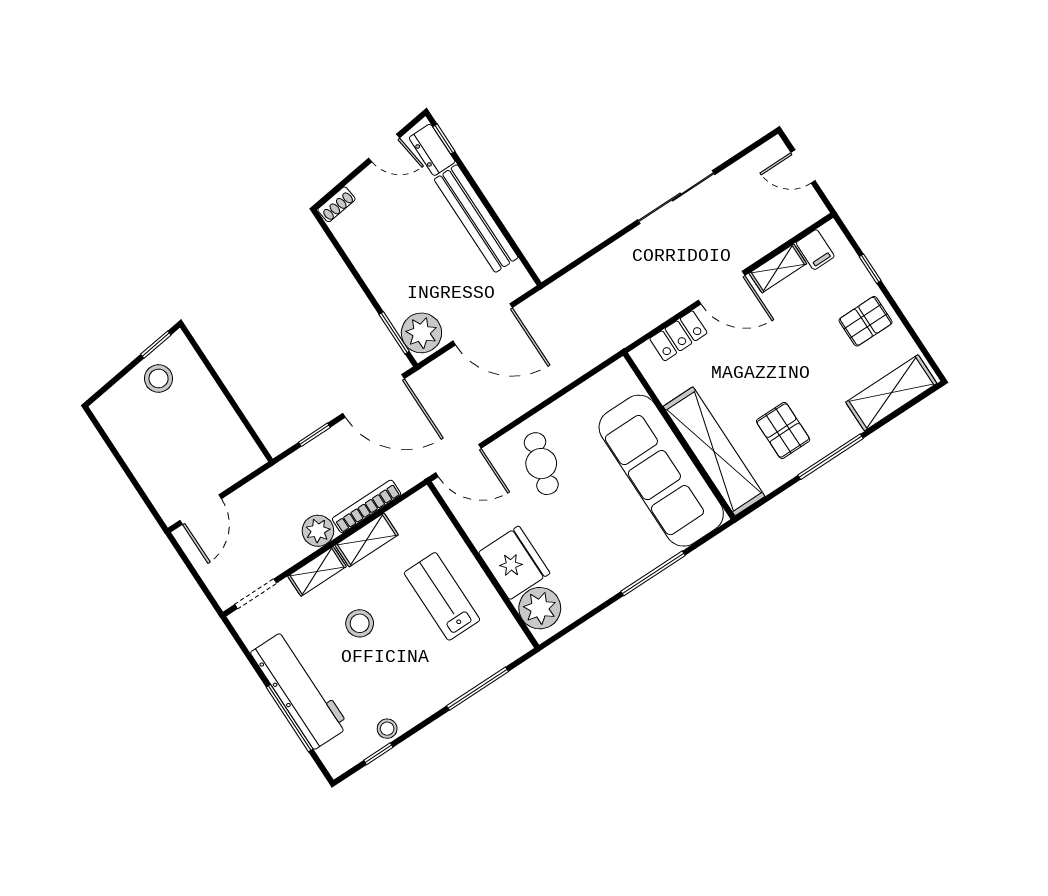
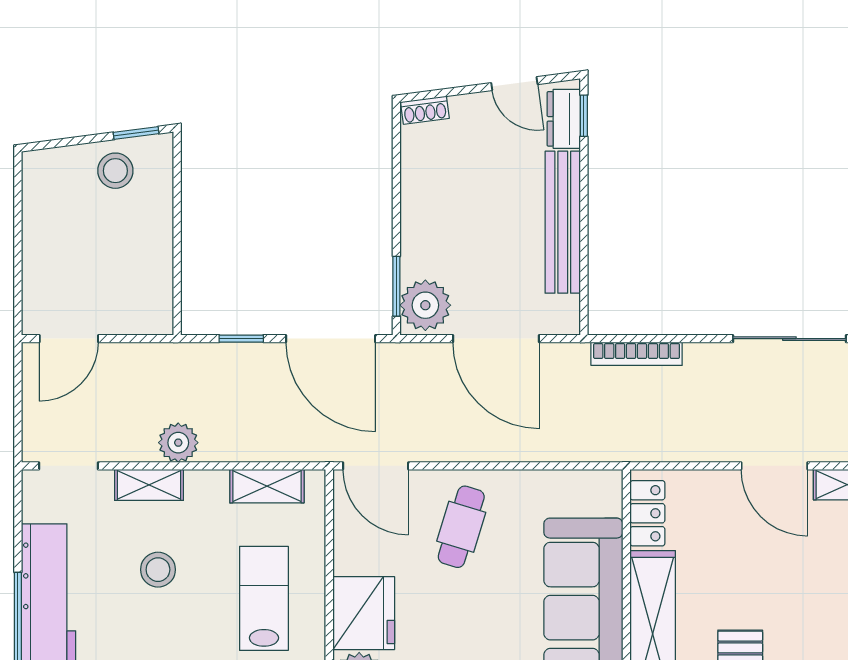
locker: (678, 336) -> (647, 513), moved, turned -90
bookcase: (367, 507) -> (637, 354), moved, turned 180
shelving: (367, 540) -> (267, 486), moved

